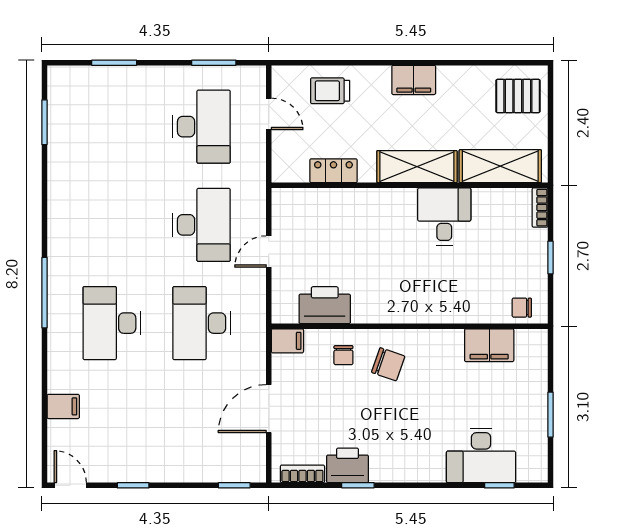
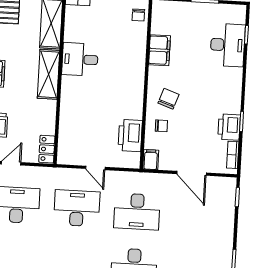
locker: (333, 171) -> (47, 149), moved
filing cabinet: (489, 345) -> (159, 50), moved

